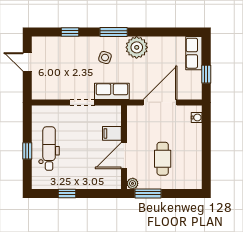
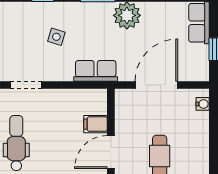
side table: (105, 57) -> (56, 37), moved
doorway: (82, 102) -> (26, 85), moved

